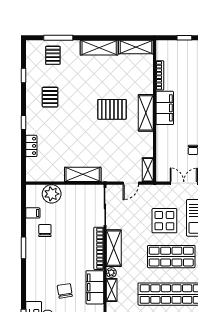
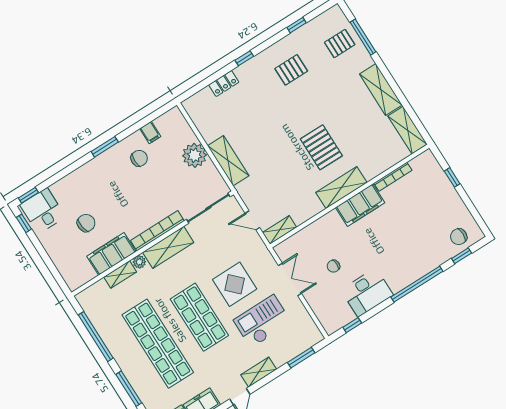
plant: (52, 194) -> (195, 155), moved

